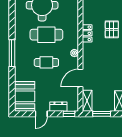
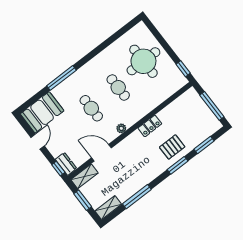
cafe table: (46, 35) -> (118, 87), width x0.73, depth x0.74
window: (12, 53) -> (62, 78), moved
dresser: (58, 107) -> (66, 164), moved
door: (41, 114) -> (38, 142), swing flipped

